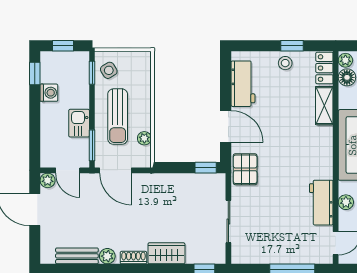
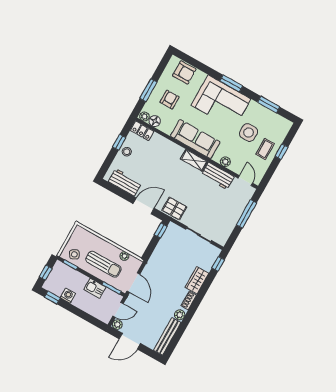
shelving: (324, 106) -> (194, 160), moved
door: (116, 170) -> (133, 283), hinge flipped
bench: (77, 256) -> (167, 336), width x1.36

